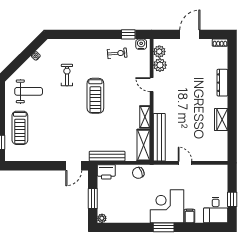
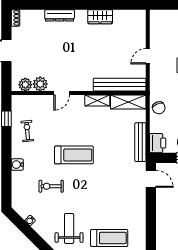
water cooler: (141, 44) -> (17, 165), moved

